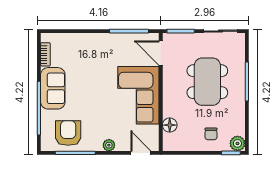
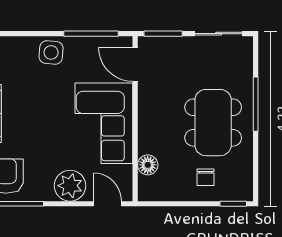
side table: (101, 45) -> (51, 52), added
dining table: (207, 82) -> (213, 123), moved
plant: (237, 143) -> (242, 191), removed
plant: (109, 145) -> (70, 186), width x1.87, depth x1.87

